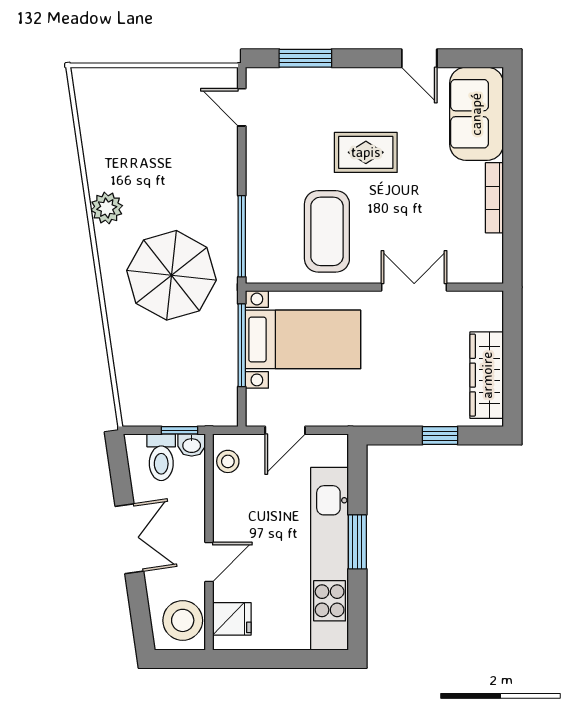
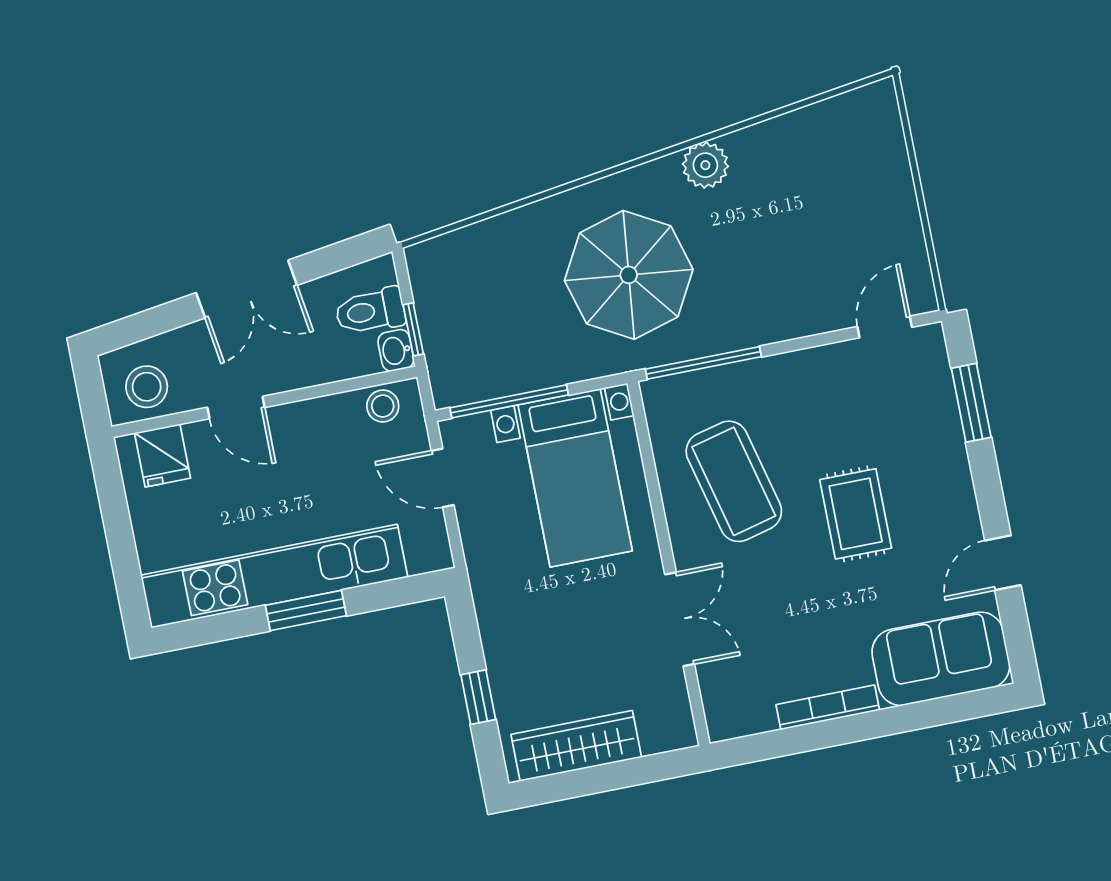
coffee table: (327, 231) -> (734, 481), turned 76
window: (242, 345) -> (509, 401), moved
stool: (183, 620) -> (147, 387), width x0.73, depth x0.73

